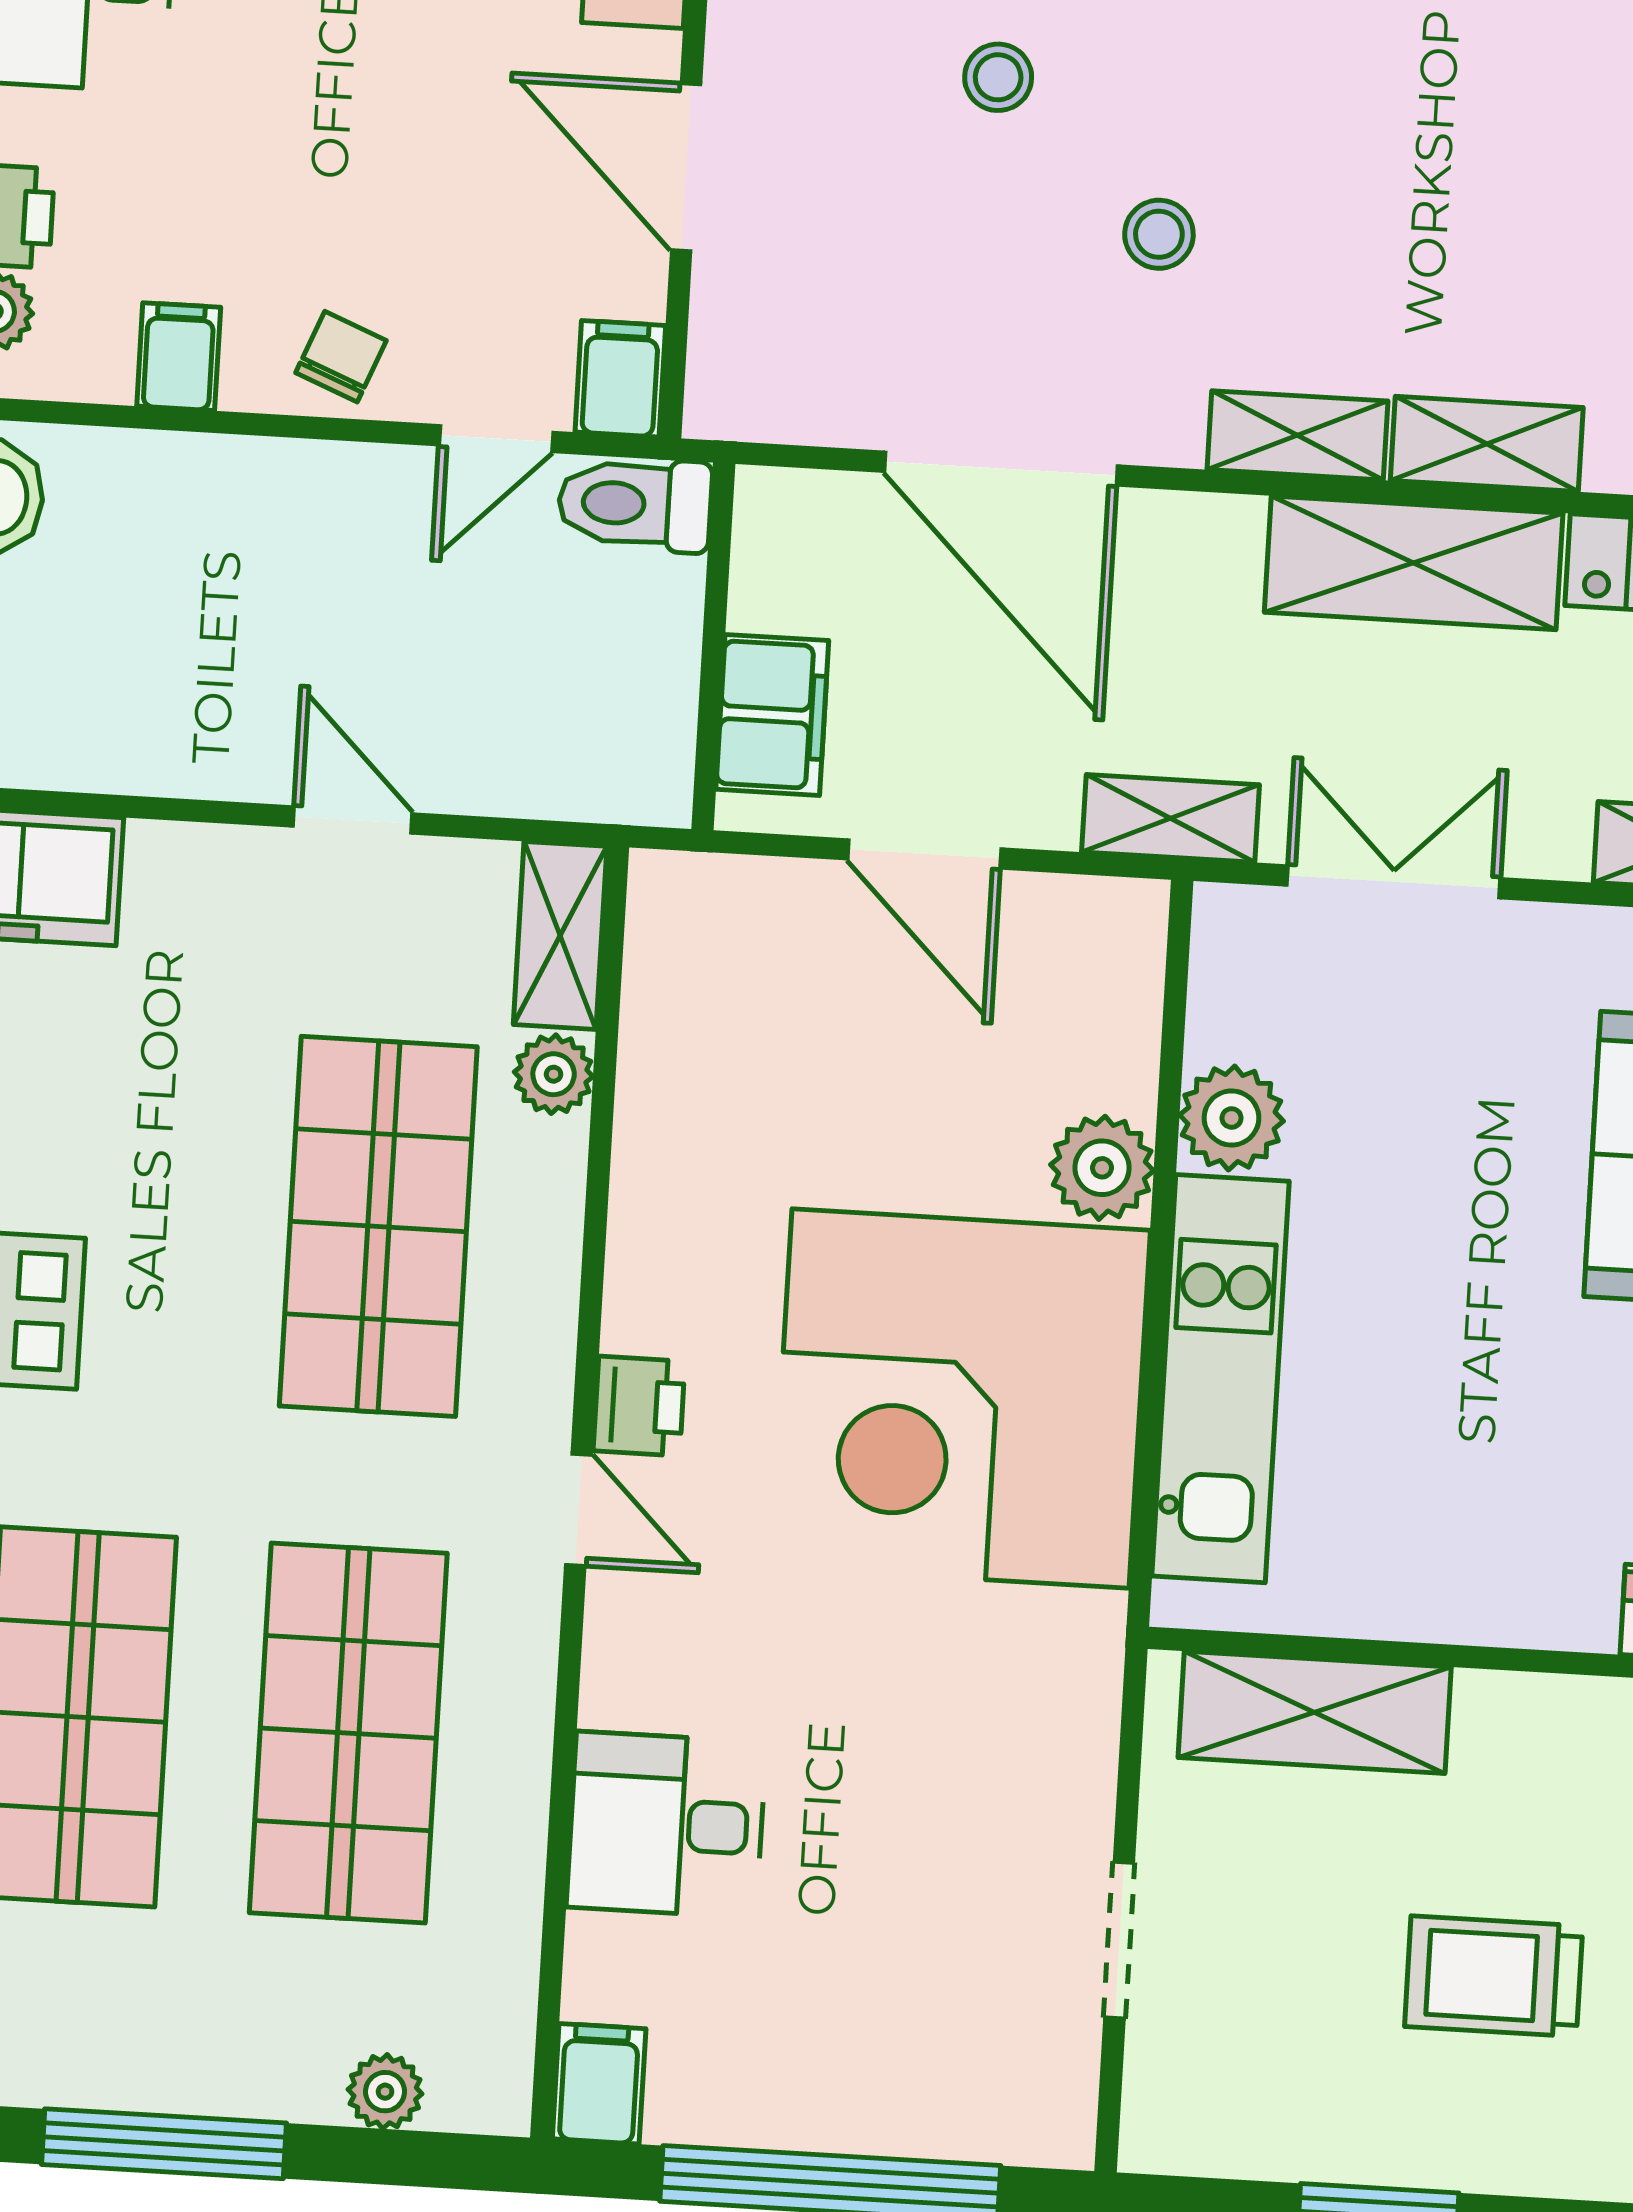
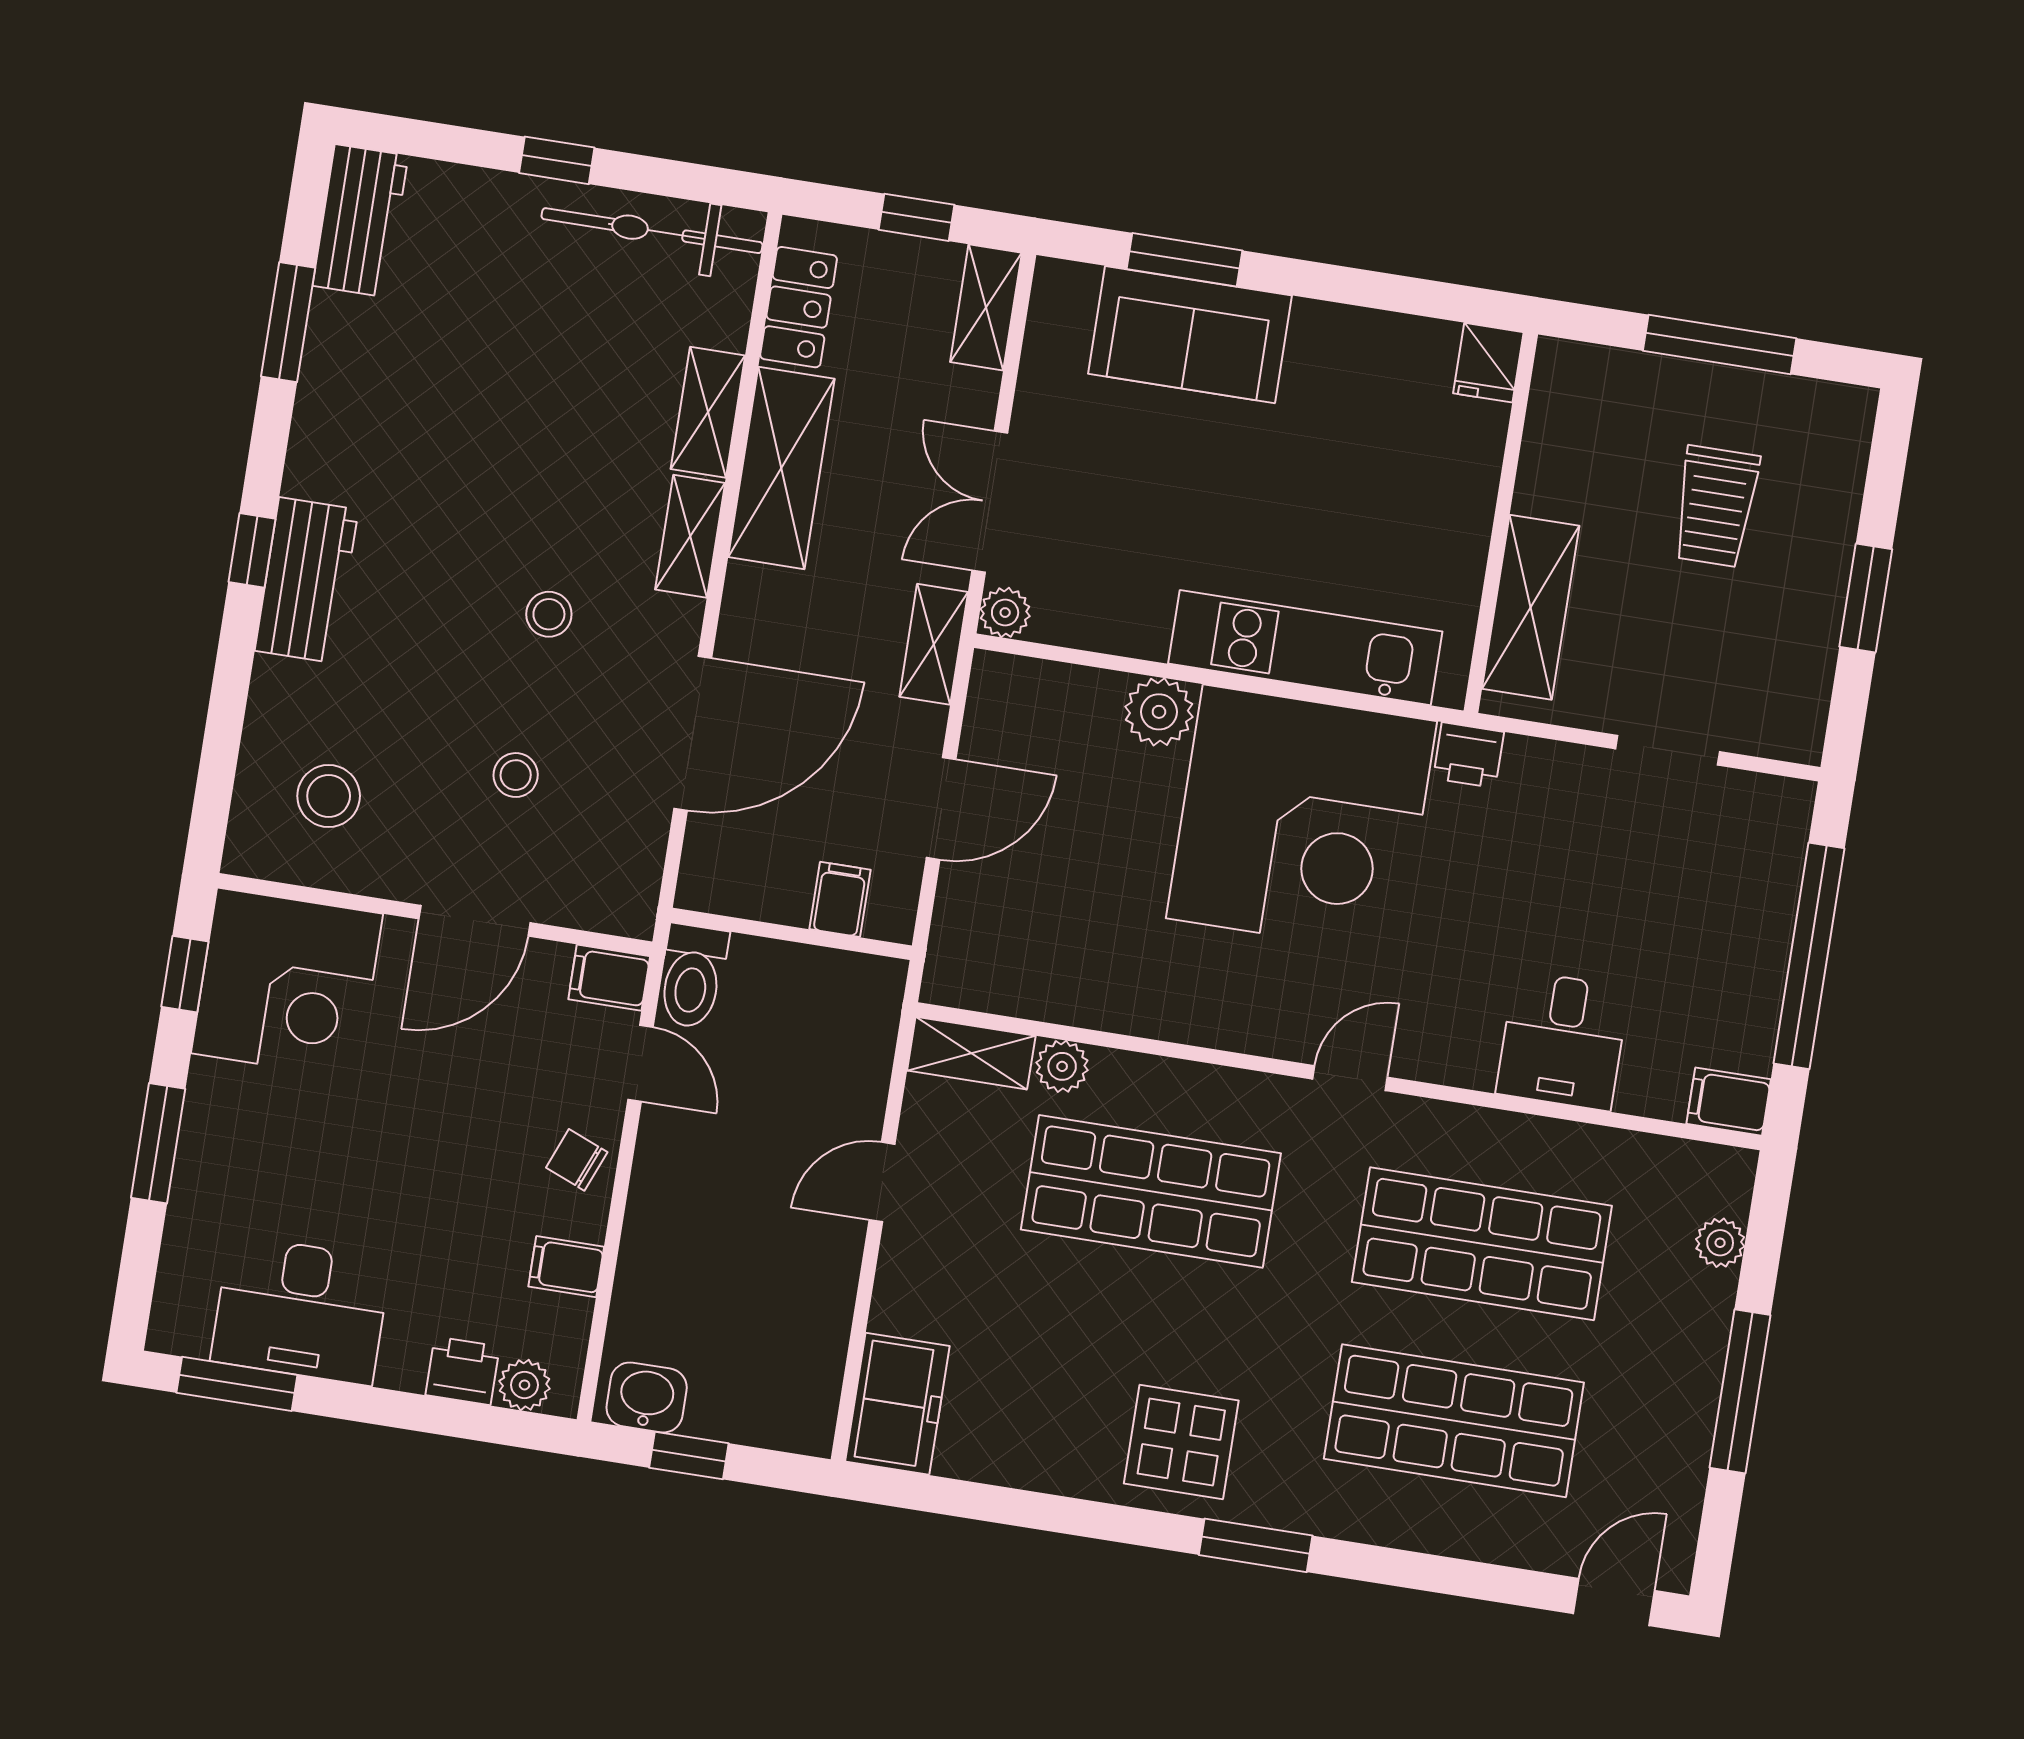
stool: (998, 77) -> (516, 775), moved
filing cabinet: (772, 715) -> (840, 899), width x0.50
plant: (1232, 1118) -> (1005, 613), moved, width x0.73, depth x0.73
printer: (639, 1406) -> (1469, 755), moved, turned 180

